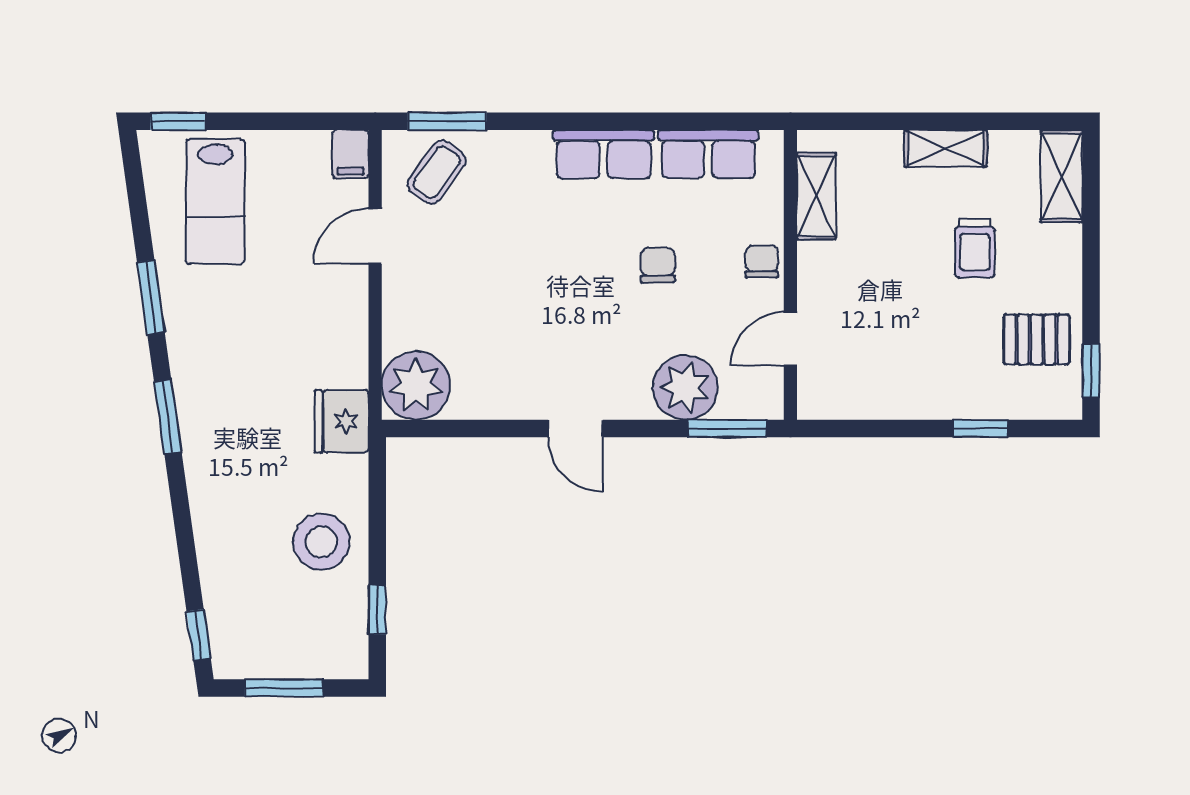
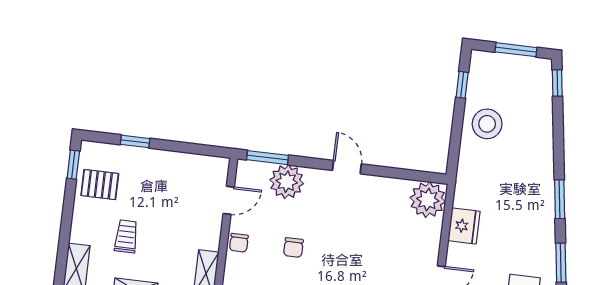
fridge: (342, 421) -> (464, 226), moved

